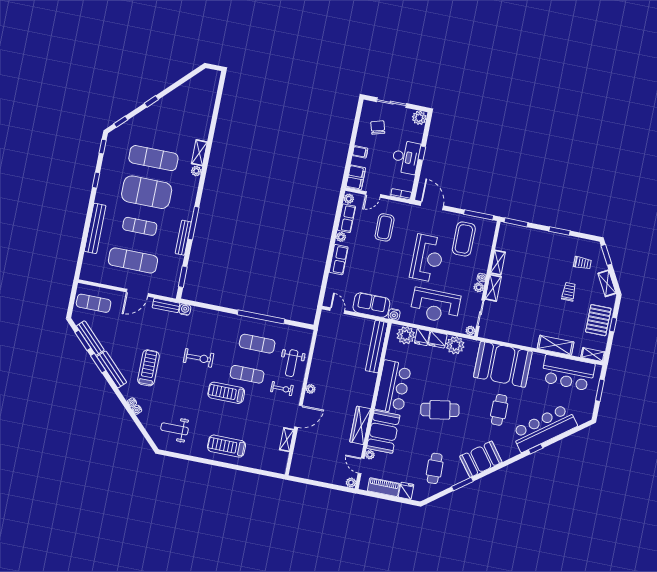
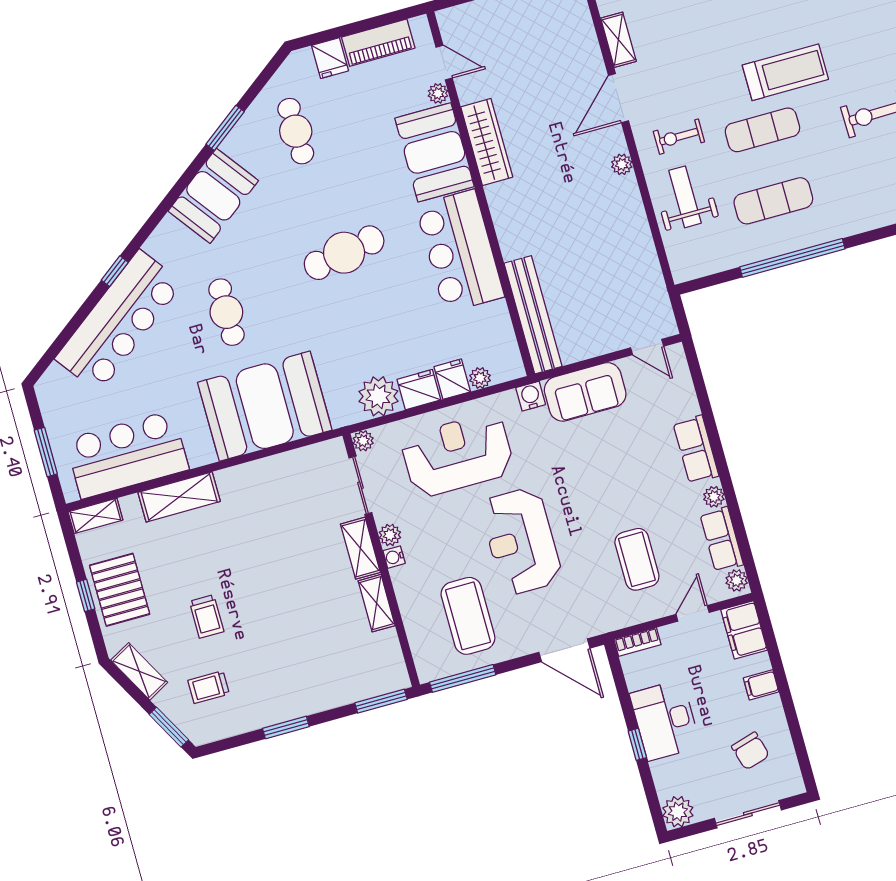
plant: (406, 335) -> (480, 378), width x0.53, depth x0.53
plant: (351, 483) -> (448, 19), removed

